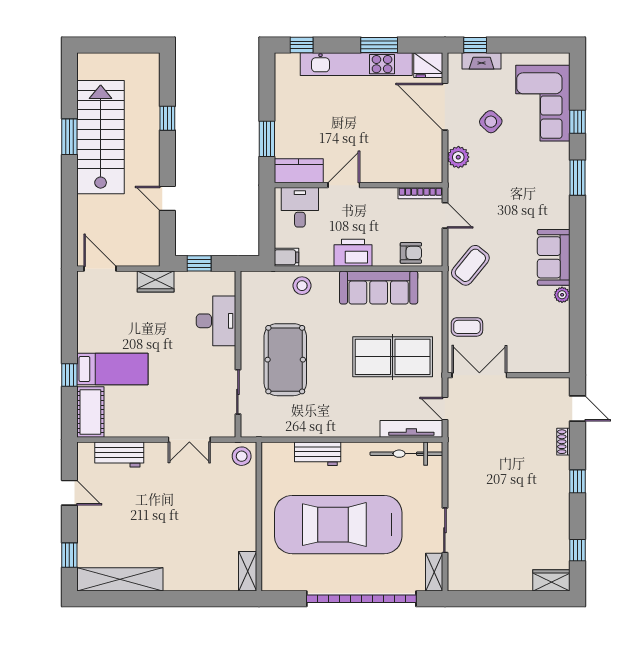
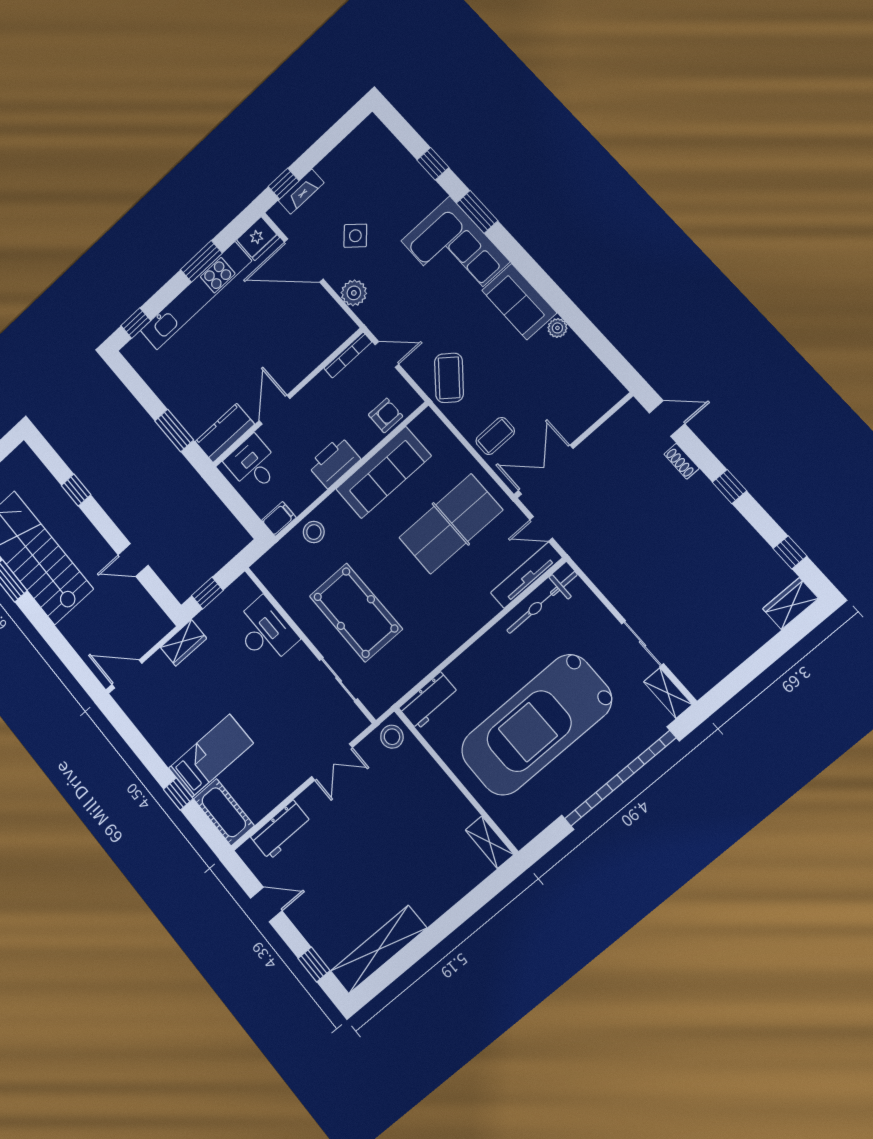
corner sofa: (543, 103) -> (455, 251), moved
workbench: (318, 454) -> (429, 701), moved

